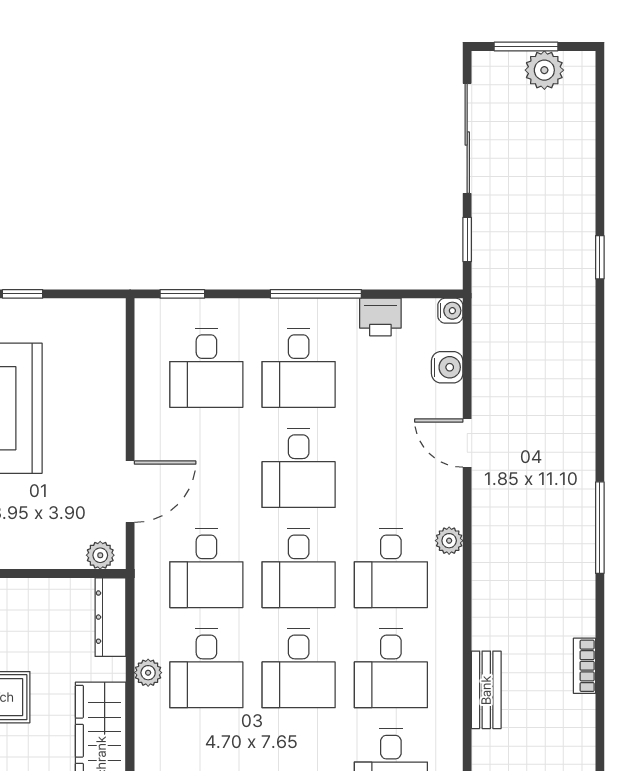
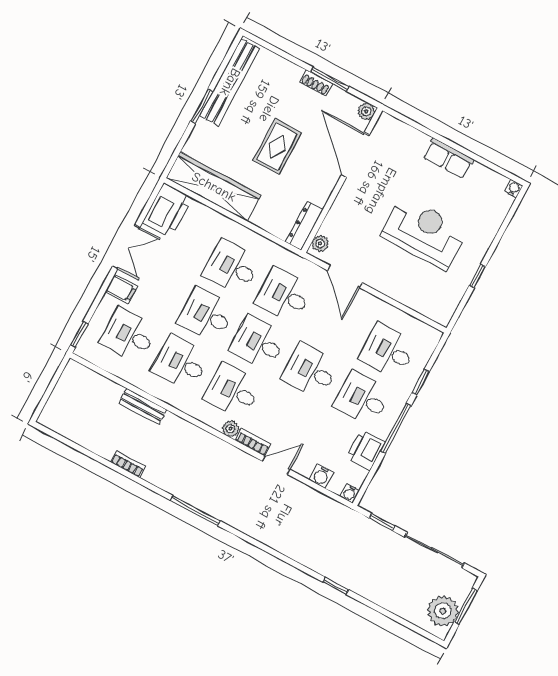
plant: (544, 70) -> (443, 611), width x1.36, depth x1.36
window: (182, 294) -> (420, 382), moved
printer: (380, 317) -> (366, 450), width x1.36, depth x1.24
bookcase: (452, 496) -> (253, 442), added
dresser: (110, 617) -> (304, 226), moved, turned -90
plant: (148, 673) -> (246, 236), removed

